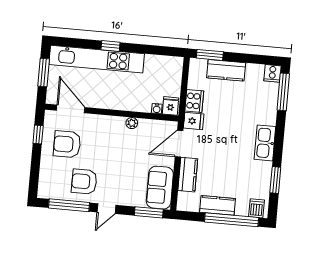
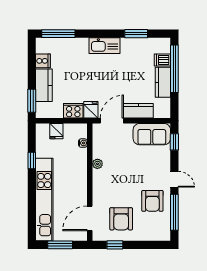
window: (110, 46) -> (32, 160), moved
cooker: (272, 73) -> (43, 61), moved
fridge: (171, 106) -> (56, 131), moved, turned -90
door: (179, 144) -> (112, 121), swing flipped
dishwasher: (256, 208) -> (162, 60), moved
window: (149, 212) -> (174, 142), width x0.67

